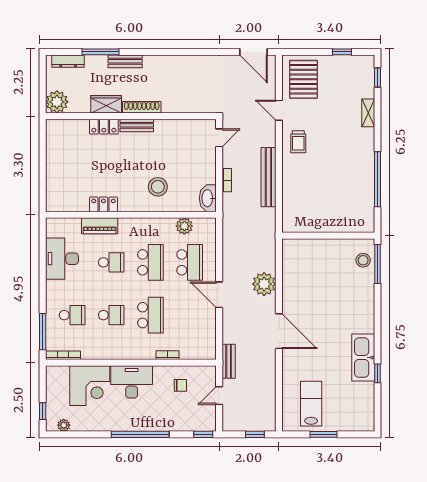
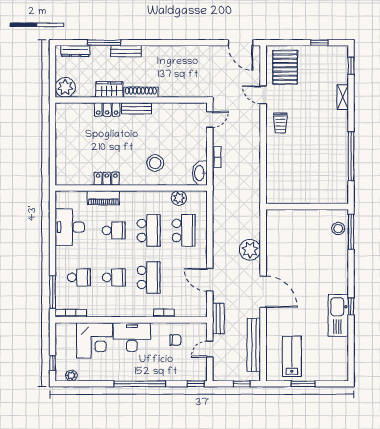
bench: (268, 177) -> (254, 345), moved
door: (219, 295) -> (210, 280), moved
window: (377, 373) -> (351, 306), moved

